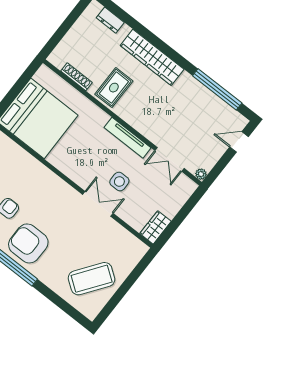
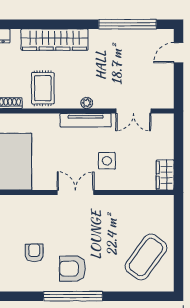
plant: (201, 174) -> (87, 103), moved
double door: (98, 204) -> (76, 192), moved
armchair: (28, 243) -> (72, 269), width x0.73, depth x0.73

